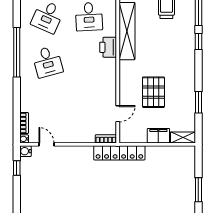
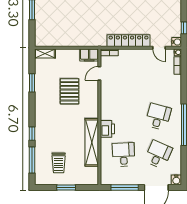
desk: (47, 62) -> (158, 117), turned 30
filing cabinet: (158, 136) -> (89, 55), moved
locker: (119, 153) -> (129, 41), moved

